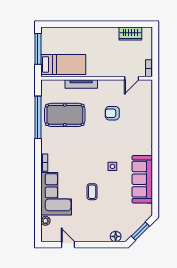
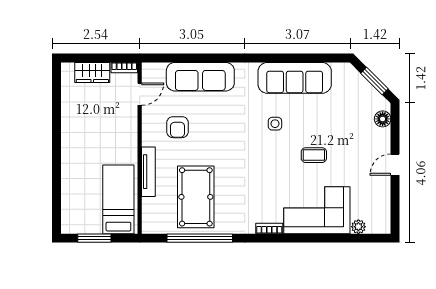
wardrobe: (130, 34) -> (92, 72), moved, turned 90
window: (38, 49) -> (94, 238), width x0.69
door: (132, 78) -> (140, 94), hinge flipped
armchair: (112, 113) -> (178, 127), moved
sofa: (143, 118) -> (200, 77), added
door: (68, 245) -> (395, 165), moved

